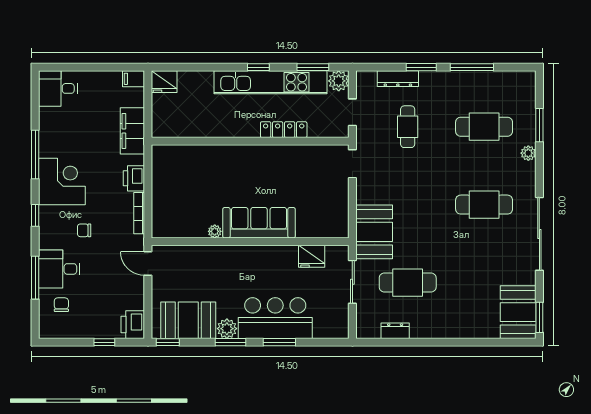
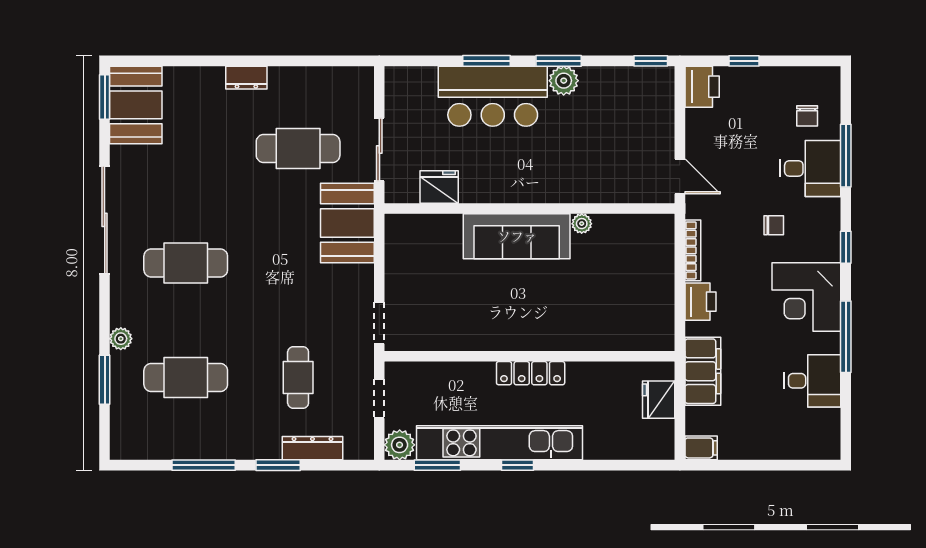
fridge: (164, 82) -> (659, 400), moved, turned -90
desk: (58, 88) -> (812, 381), moved
locker: (284, 130) -> (531, 373), moved
booth: (188, 320) -> (621, 93), removed
dresser: (395, 331) -> (246, 78), moved

